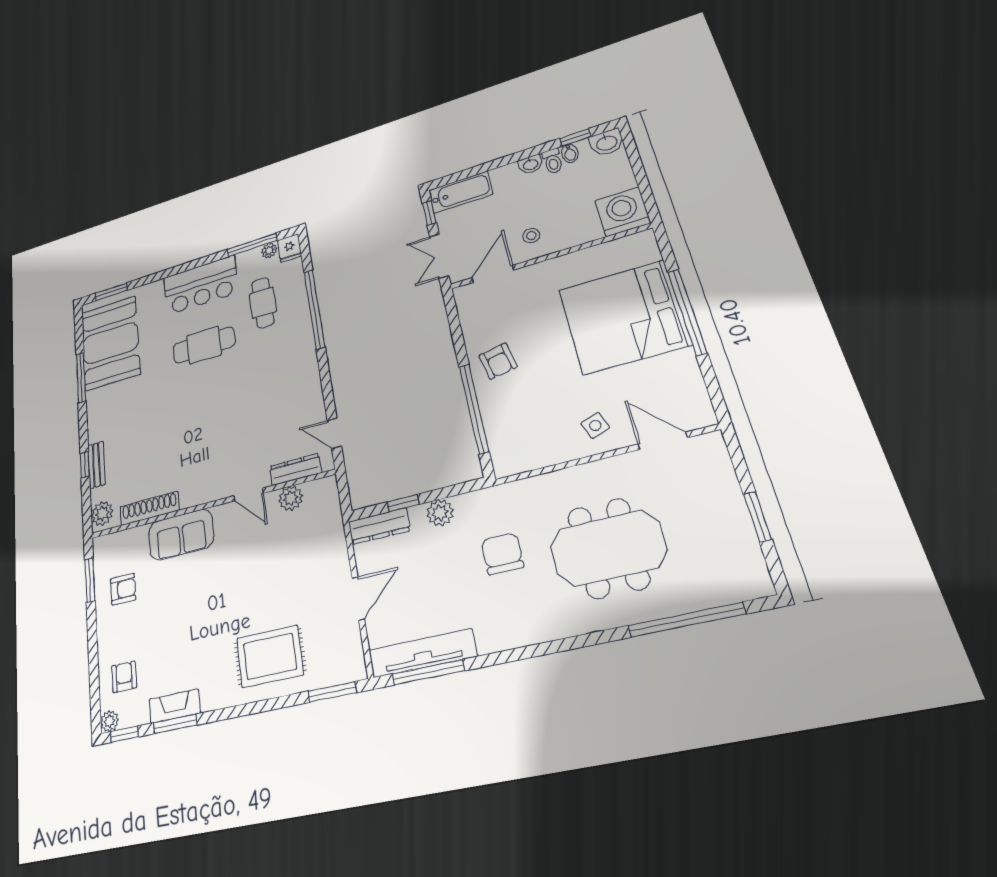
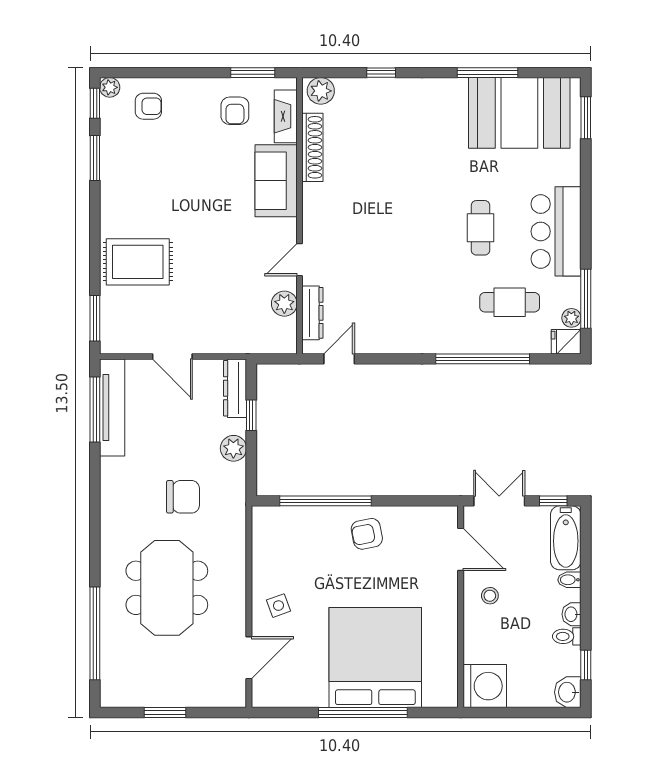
bidet: (570, 153) -> (569, 580), moved
cafe table: (204, 345) -> (480, 228), width x0.73, depth x0.74
bench: (97, 465) -> (377, 87), removed
rug: (270, 656) -> (138, 262), turned 90
fireplace: (175, 706) -> (286, 116), moved, turned 180

